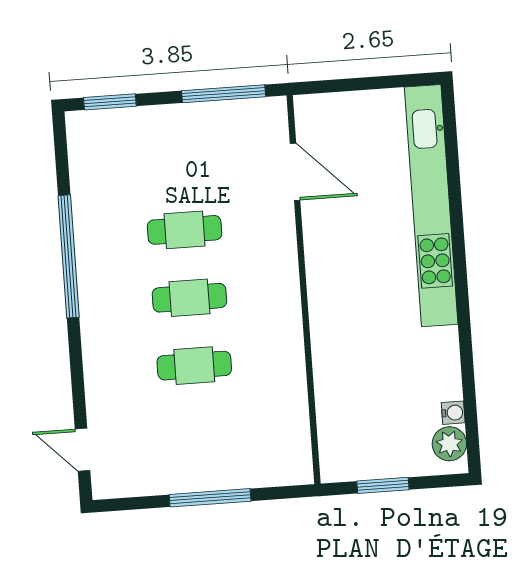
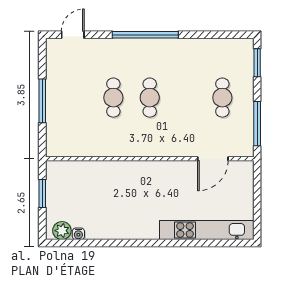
kitchen unit: (431, 206) -> (207, 230), width x0.73
cafe table: (185, 230) -> (222, 98), moved
window: (69, 256) -> (145, 35), moved

